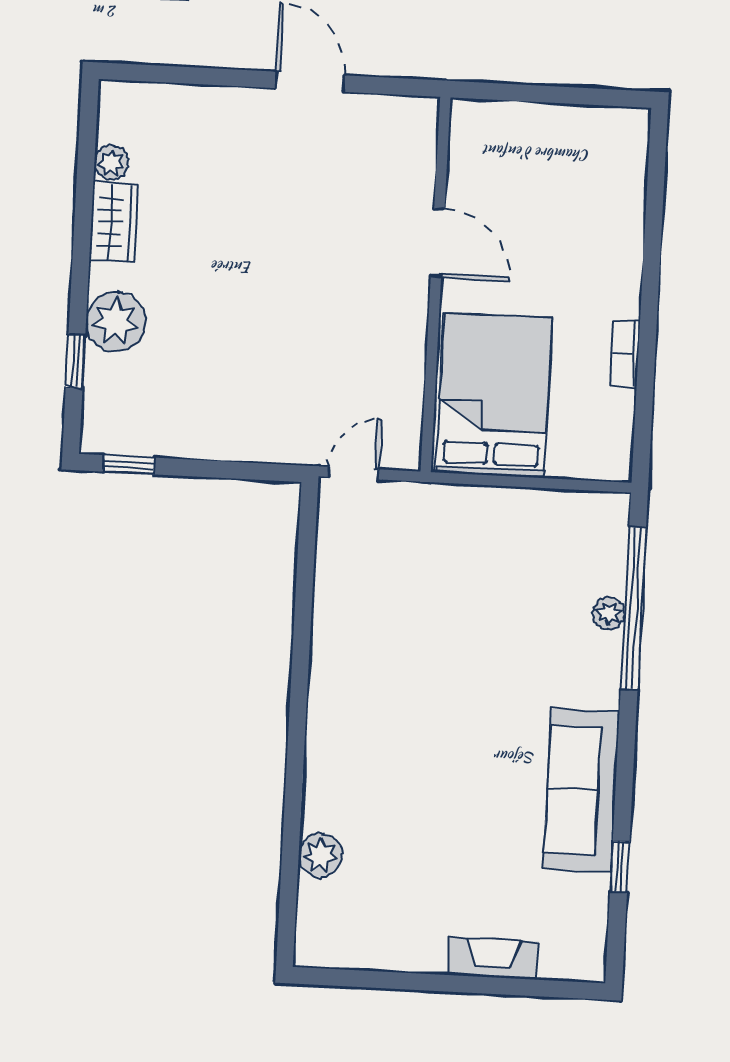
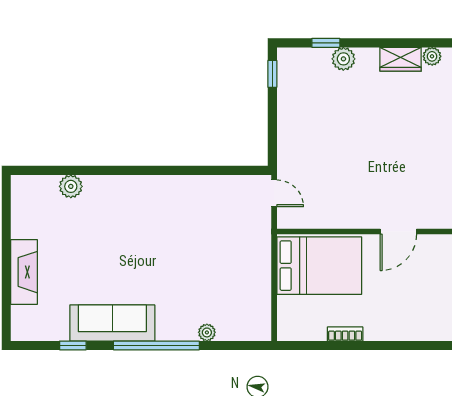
plant: (116, 322) -> (343, 59), width x0.73, depth x0.73
window: (633, 608) -> (156, 345), moved
fireplace: (493, 958) -> (24, 272), width x1.37, depth x1.32

